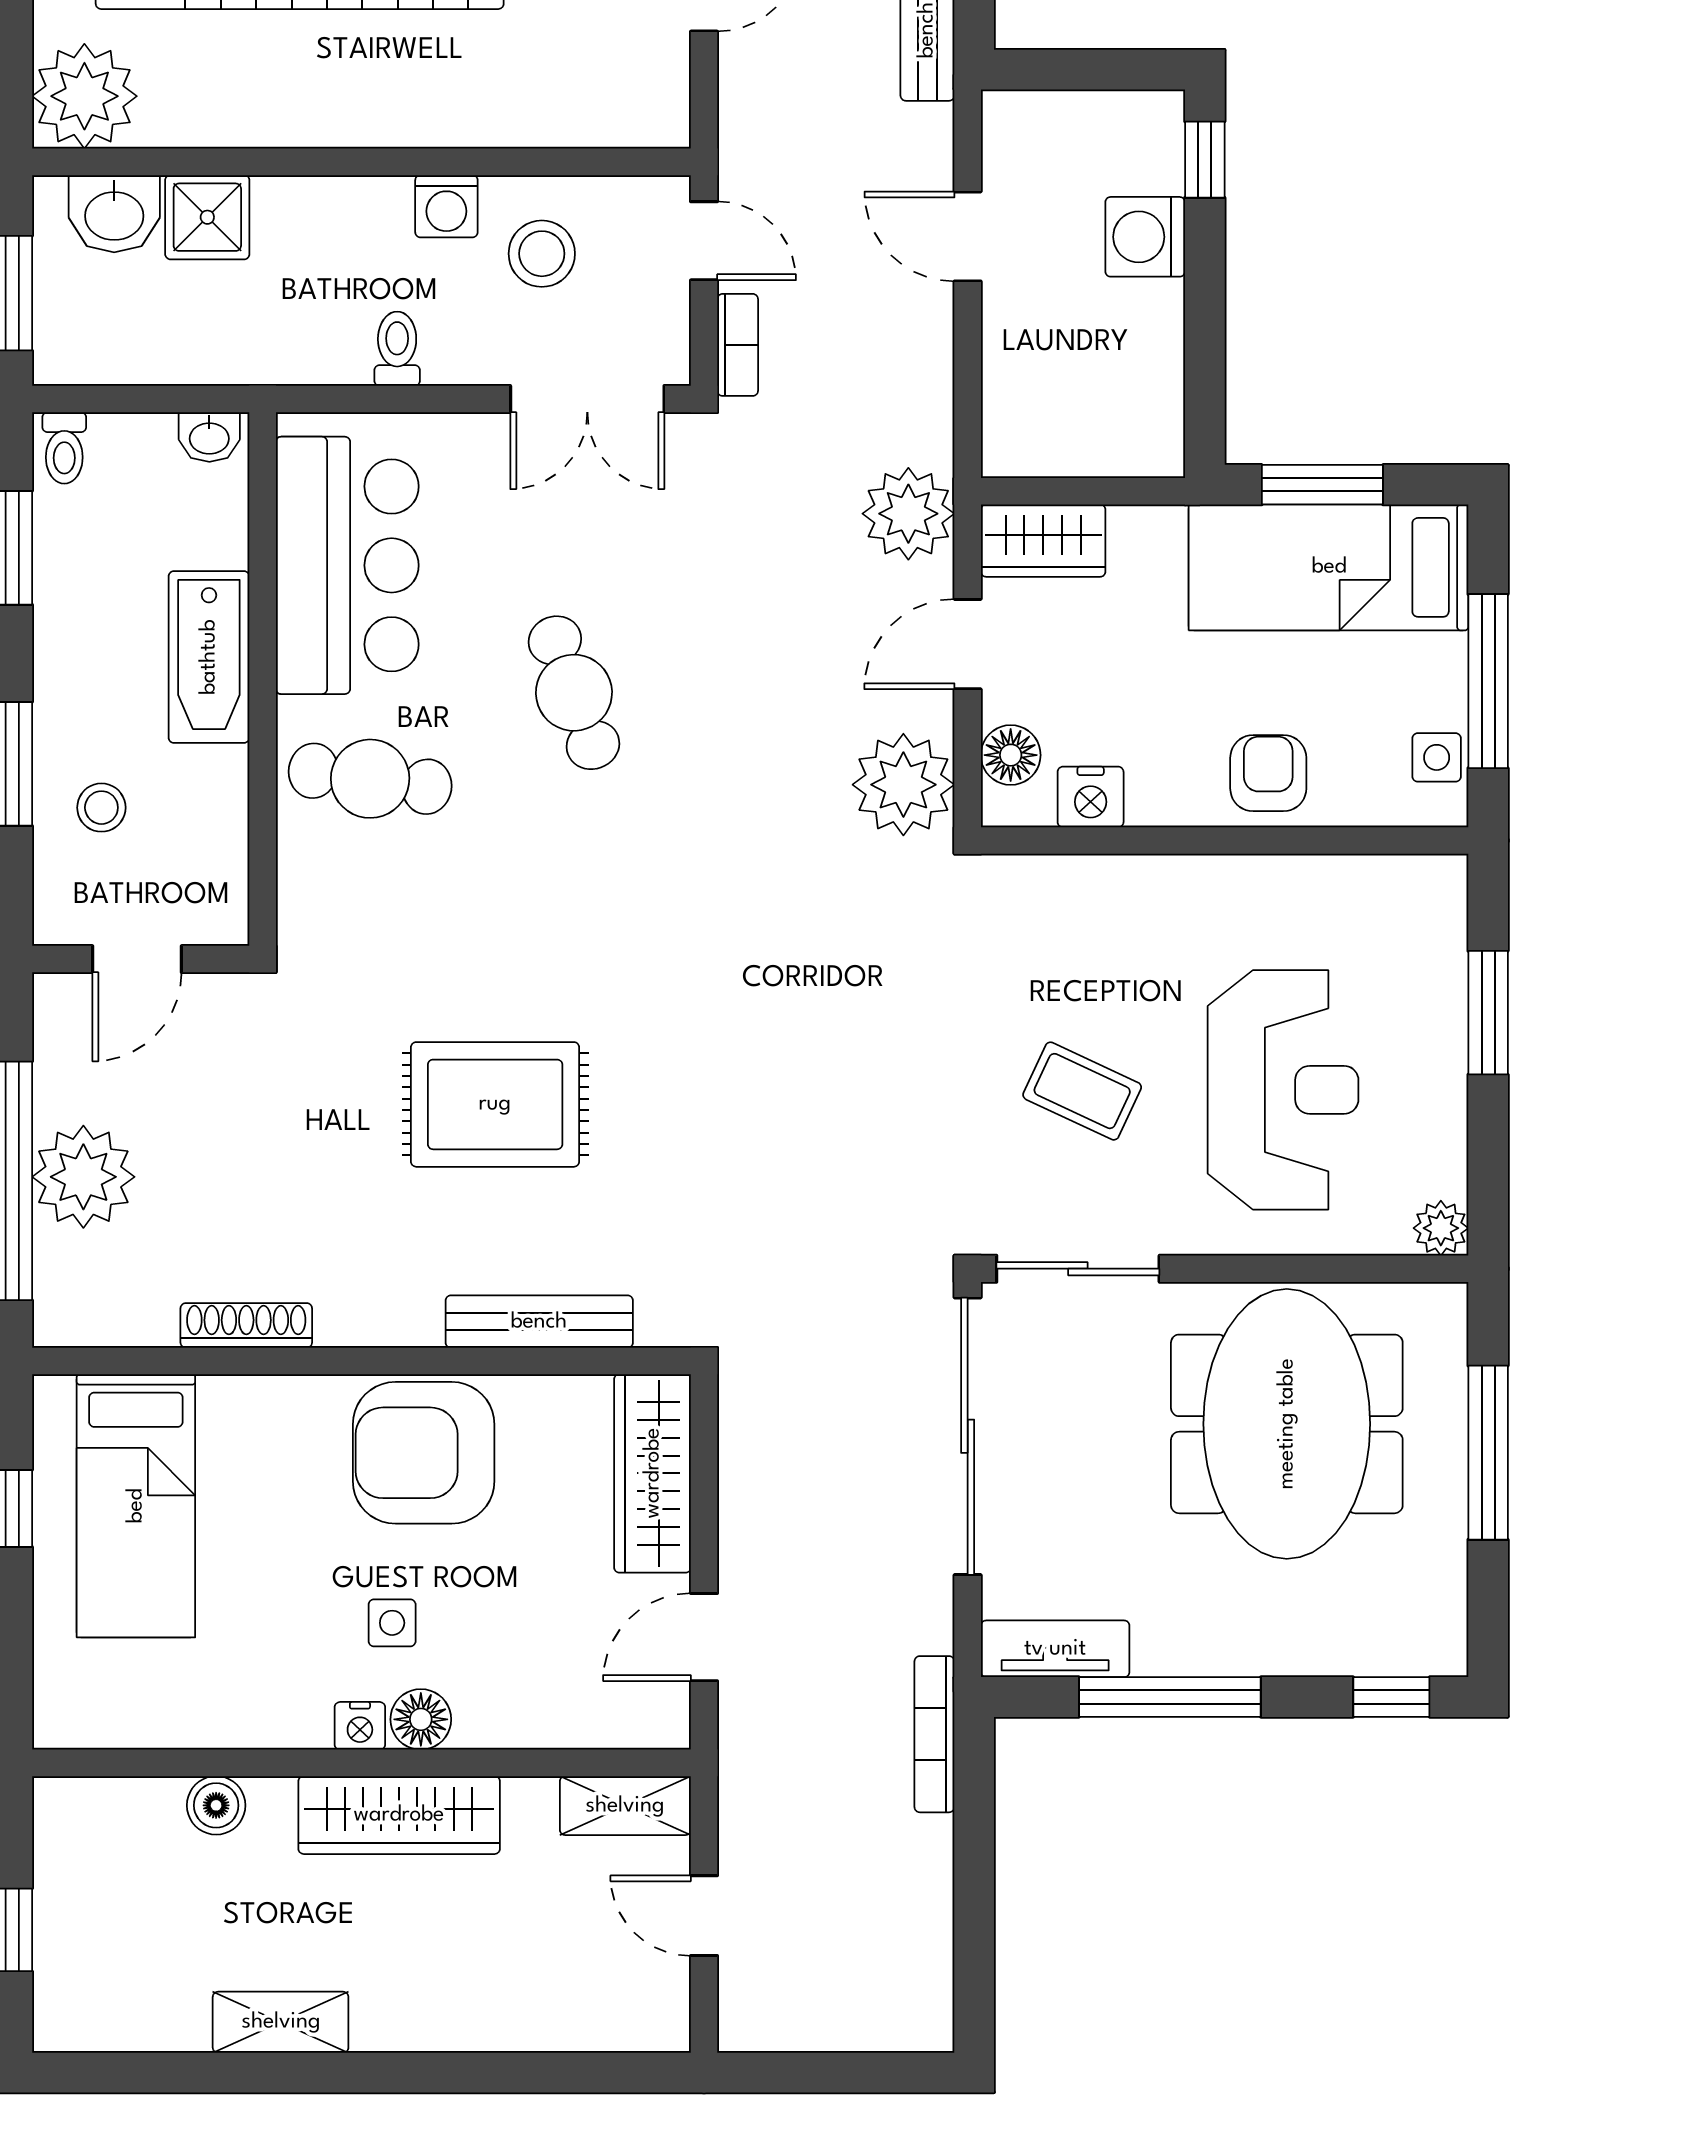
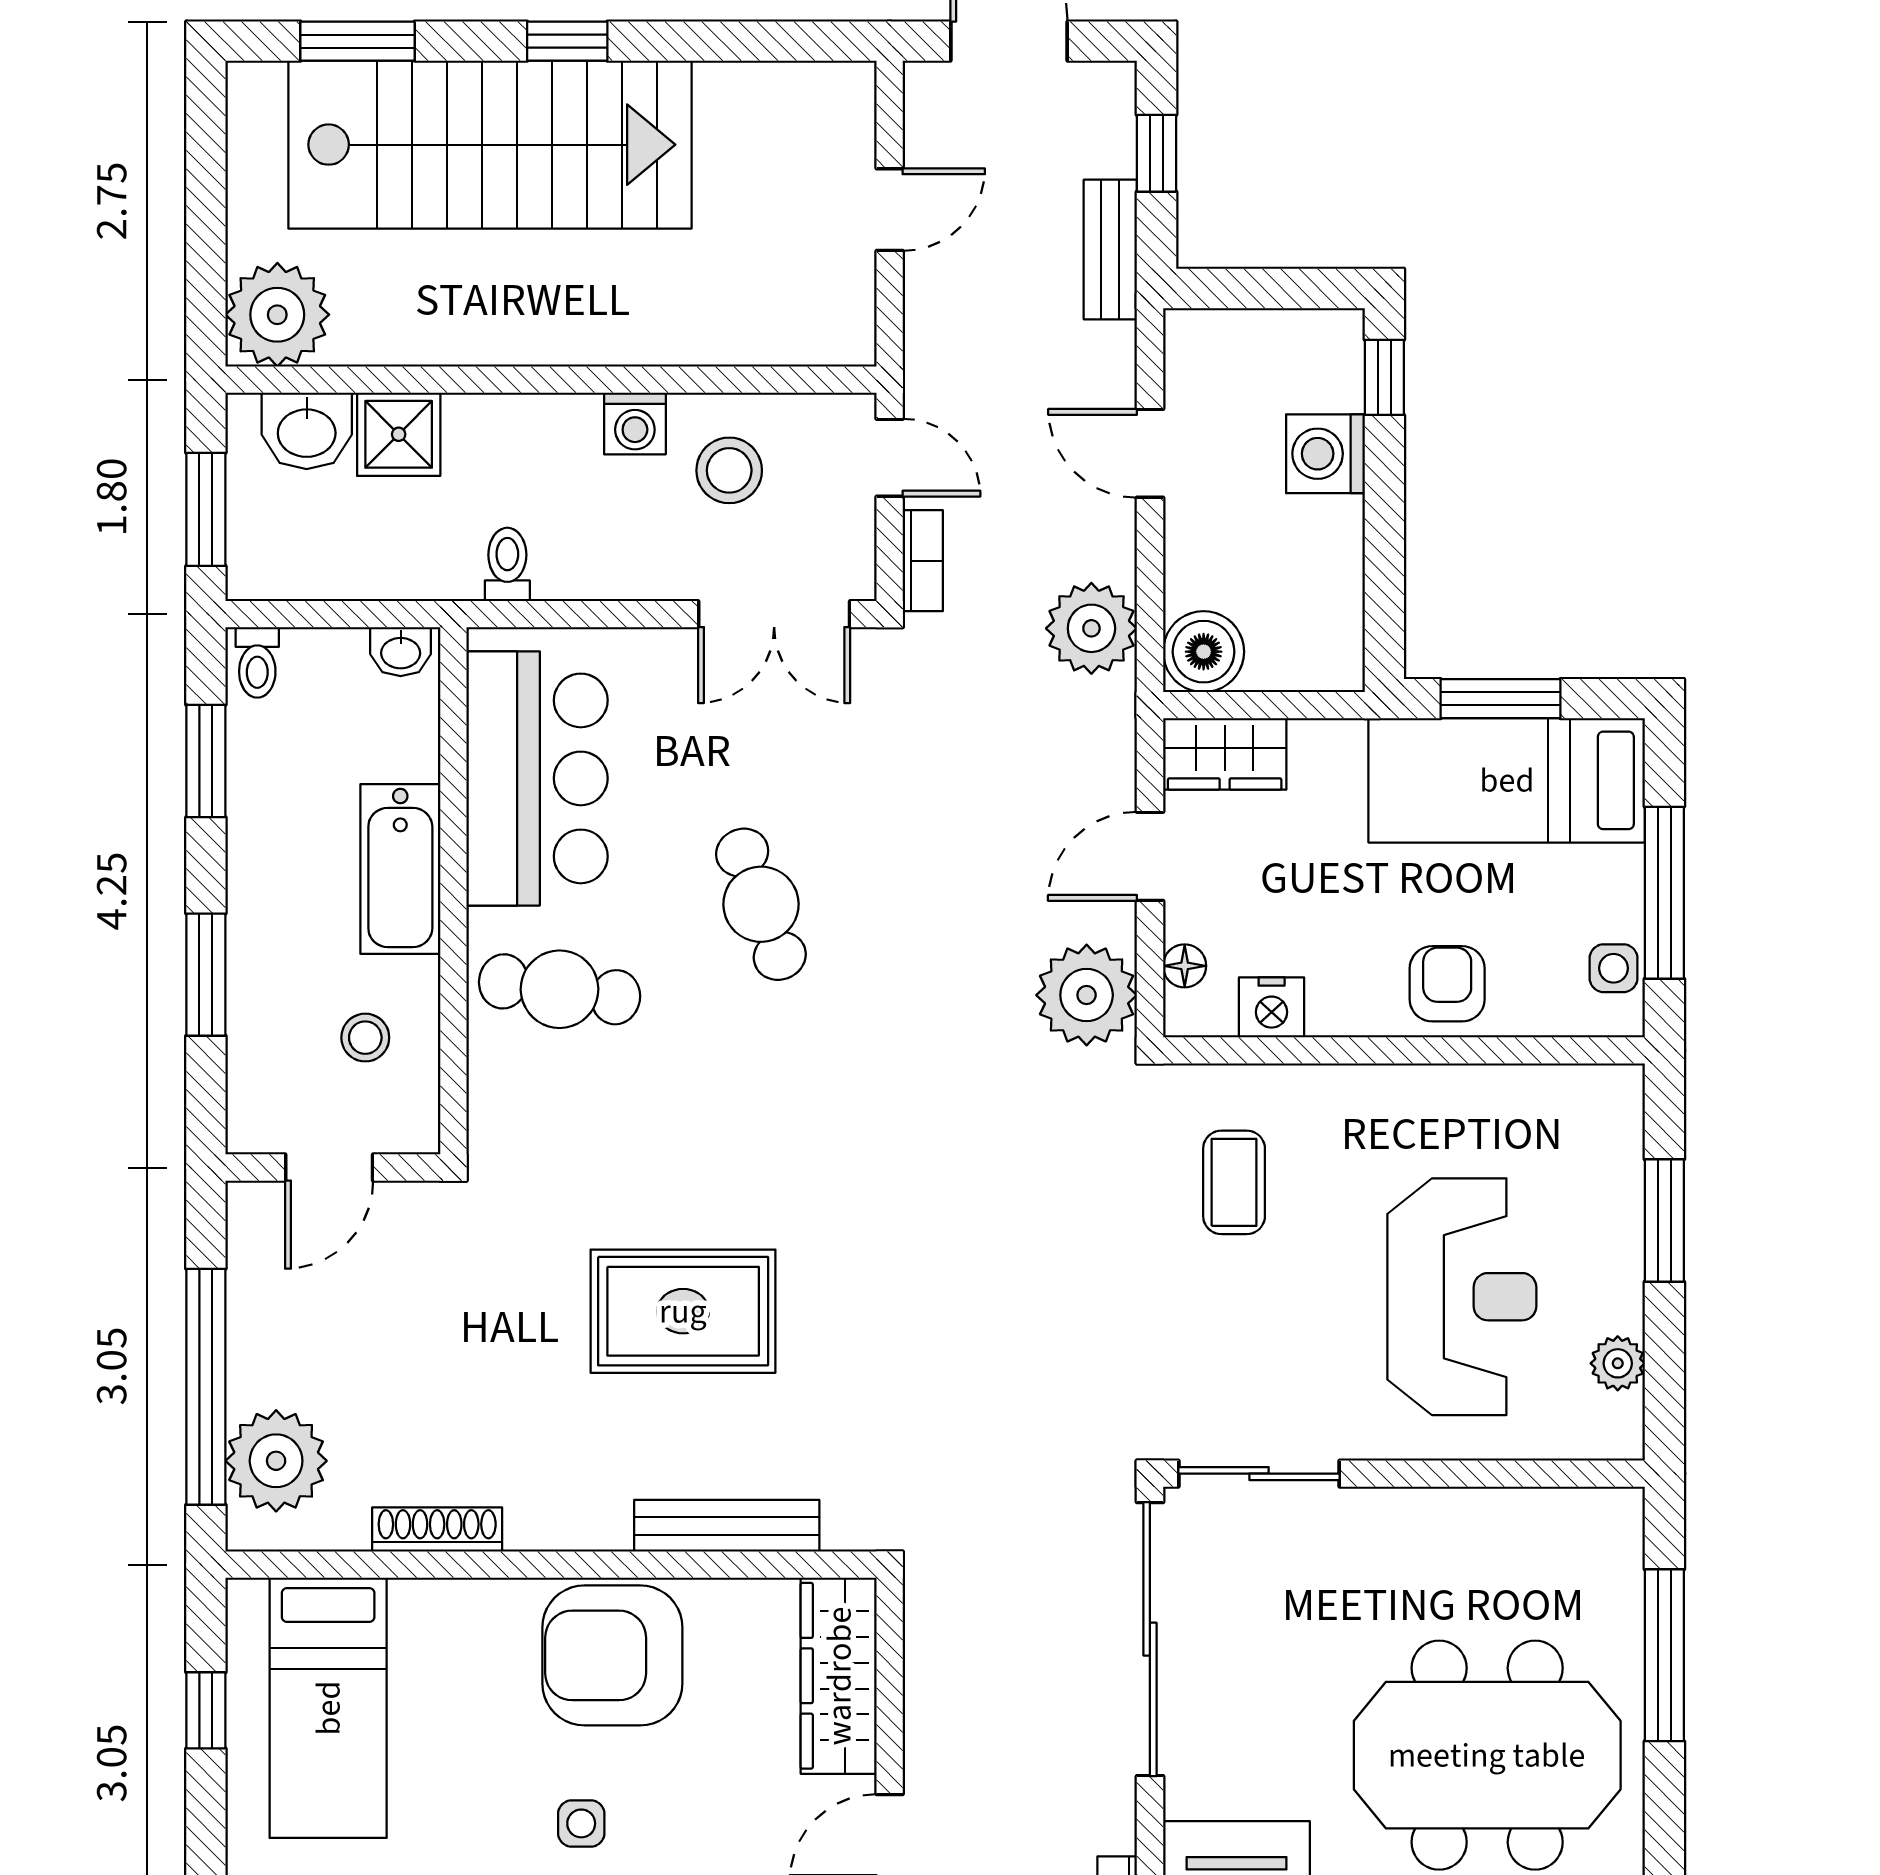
toilet: (397, 349) -> (507, 564), moved
boiler: (1022, 437) -> (1204, 652), added
plant: (908, 514) -> (1091, 628), moved
floor lamp: (1011, 755) -> (1185, 966), width x0.73, depth x0.73
stool: (101, 808) -> (365, 1038), moved
coffee table: (1082, 1091) -> (1234, 1182), moved, turned 65
plant: (83, 1177) -> (276, 1461), moved
plant: (1441, 1228) -> (1618, 1363), moved
meeting table: (1287, 1424) -> (1487, 1755), moved, turned 90

